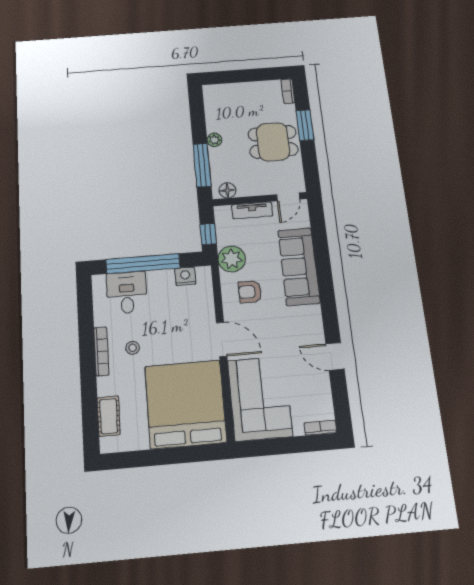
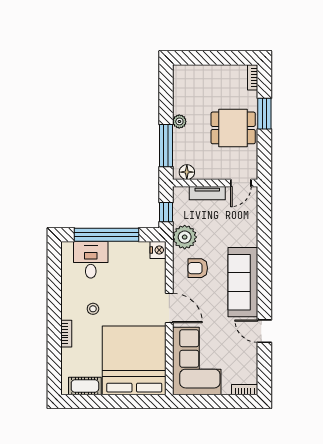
sofa: (299, 267) -> (243, 282), moved
nightstand: (185, 276) -> (158, 250), moved, turned 90
bookcase: (101, 351) -> (66, 334), moved, width x0.64
cot: (109, 416) -> (85, 386), moved, turned 90

